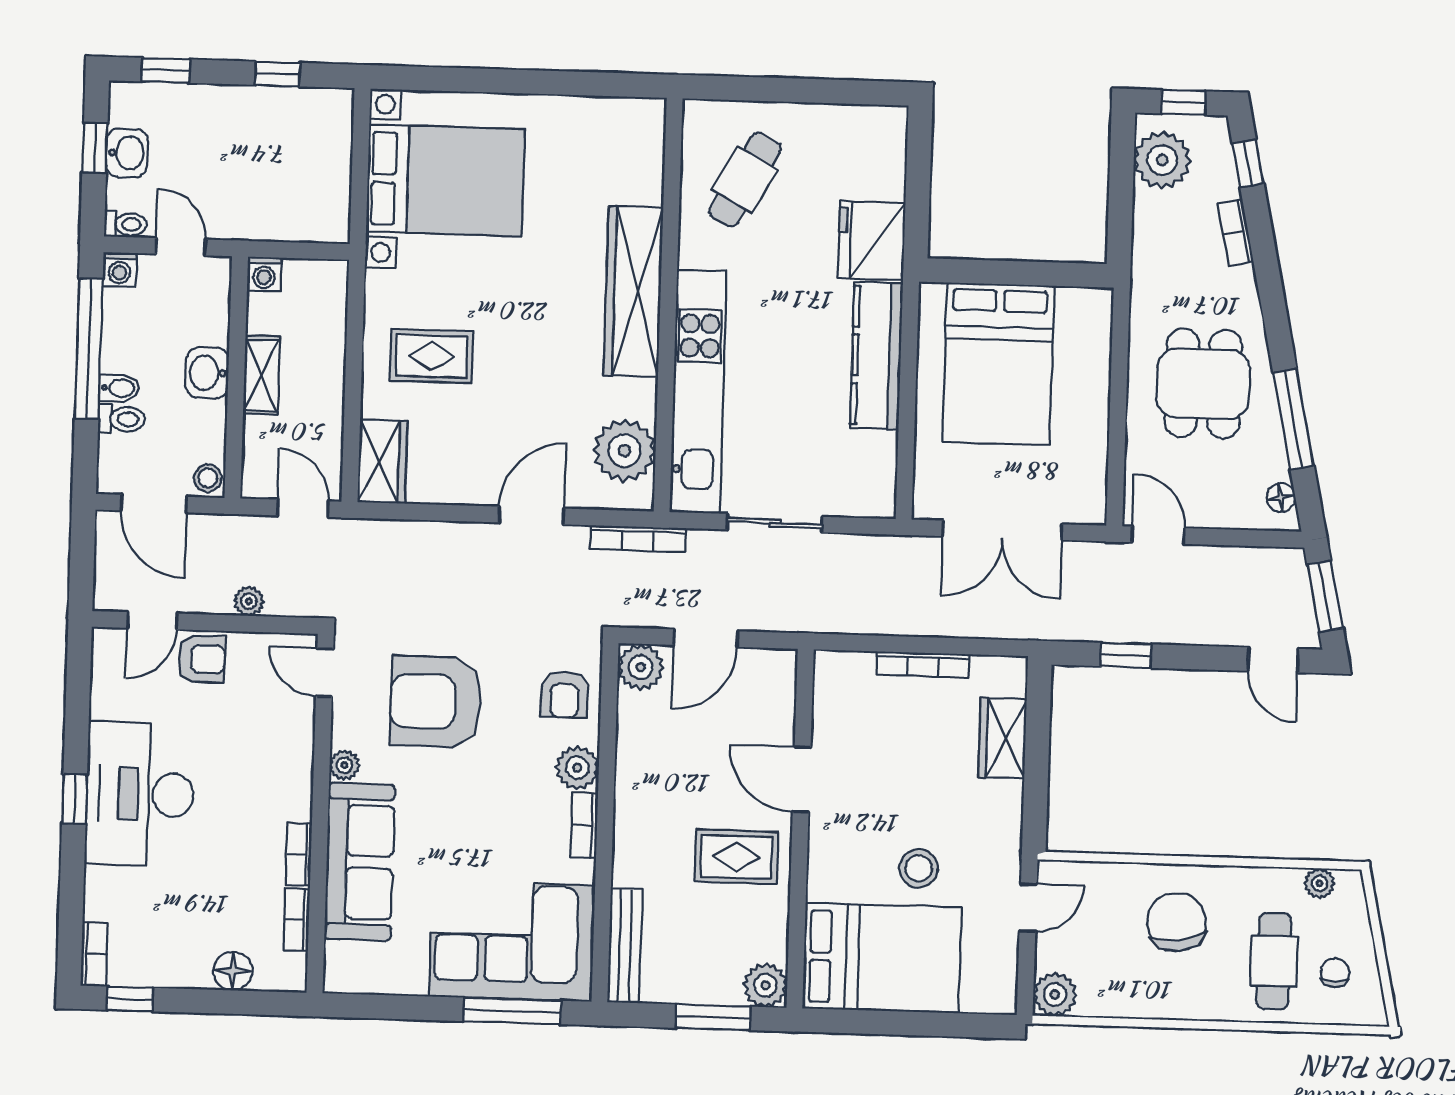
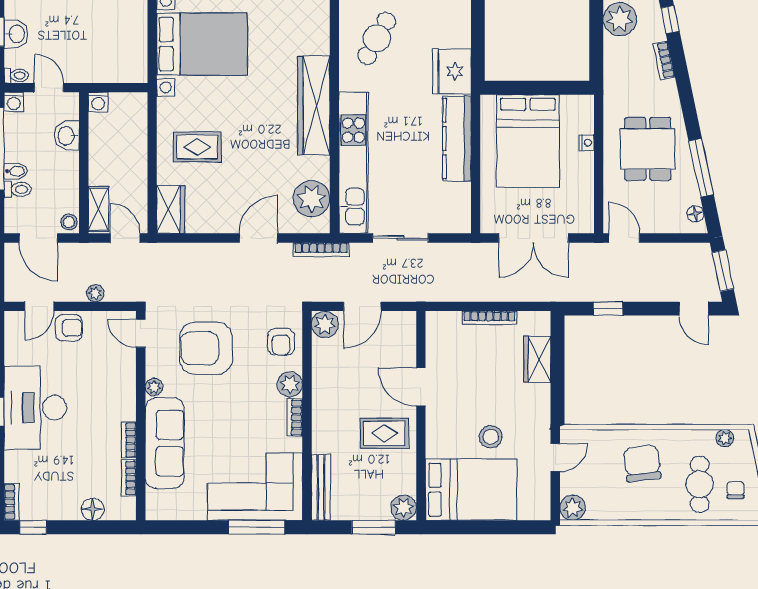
nightstand: (1099, 370) -> (587, 143), added
washbasin: (207, 373) -> (67, 136), moved
shelving: (262, 375) -> (98, 209), moved

